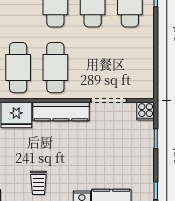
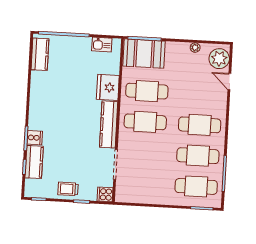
trolley: (38, 183) -> (68, 189), moved

